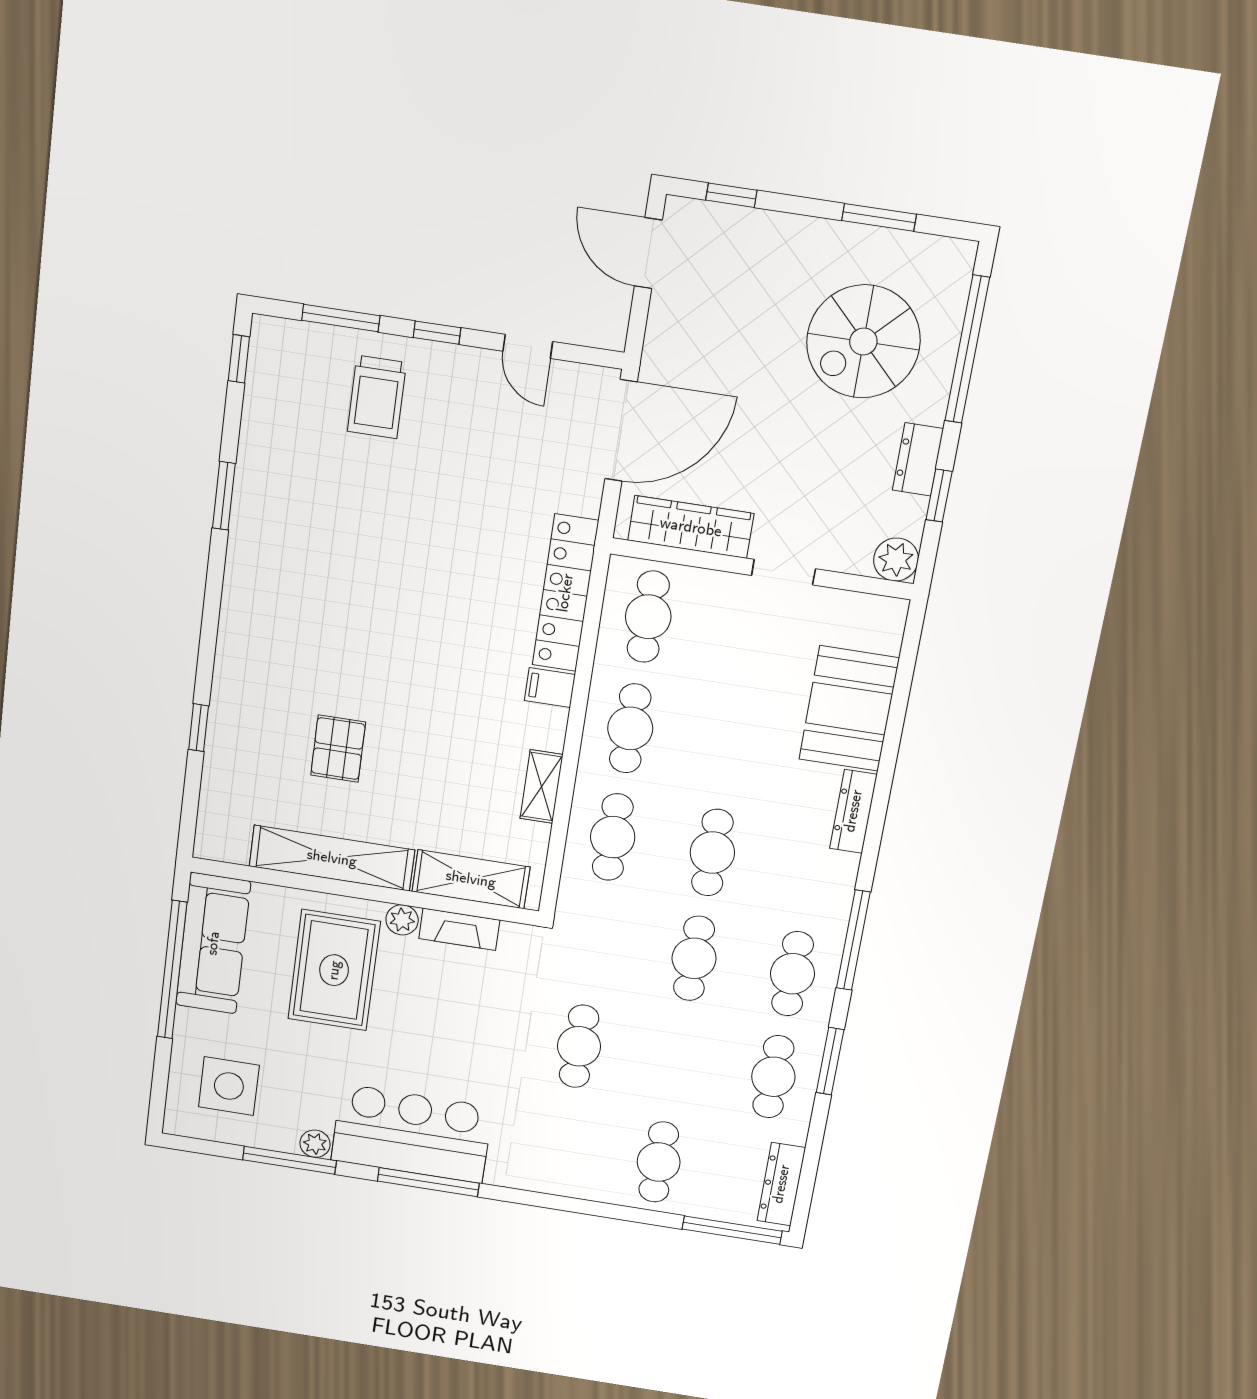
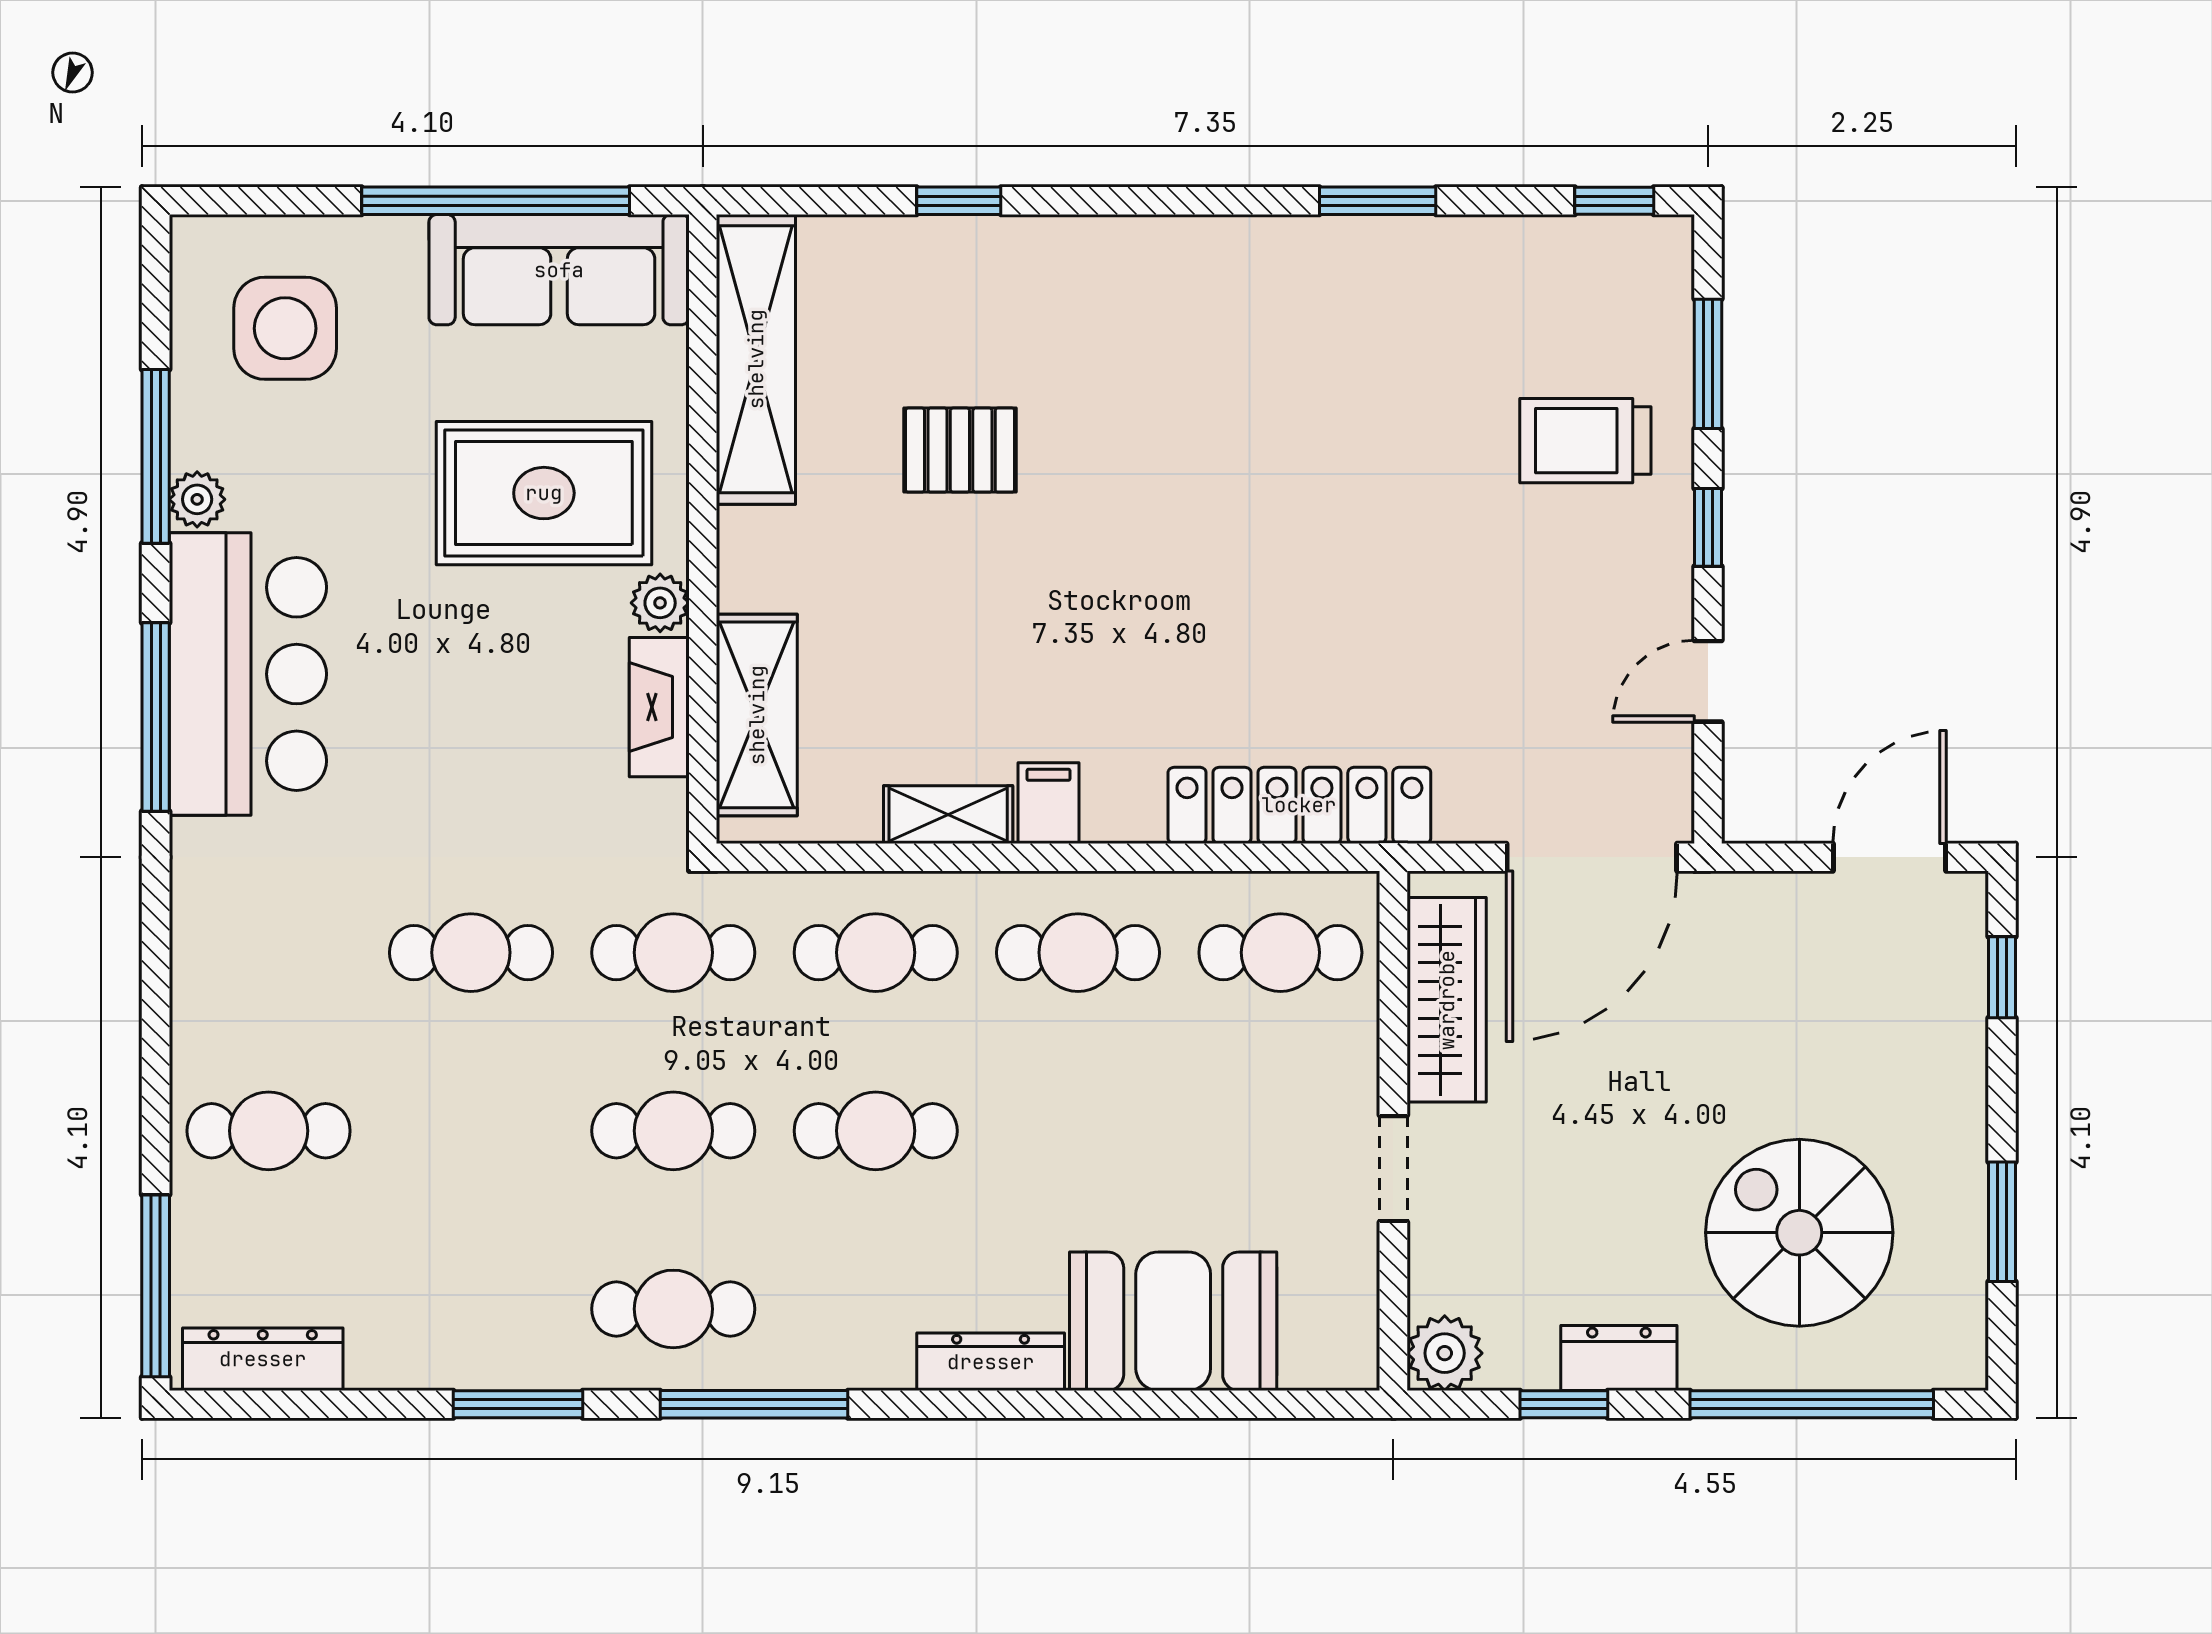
door: (621, 430) -> (1592, 857), hinge flipped
filing cabinet: (550, 688) -> (1048, 803), moved
shelving: (332, 858) -> (756, 359), moved
cafe table: (773, 1077) -> (673, 953), moved

